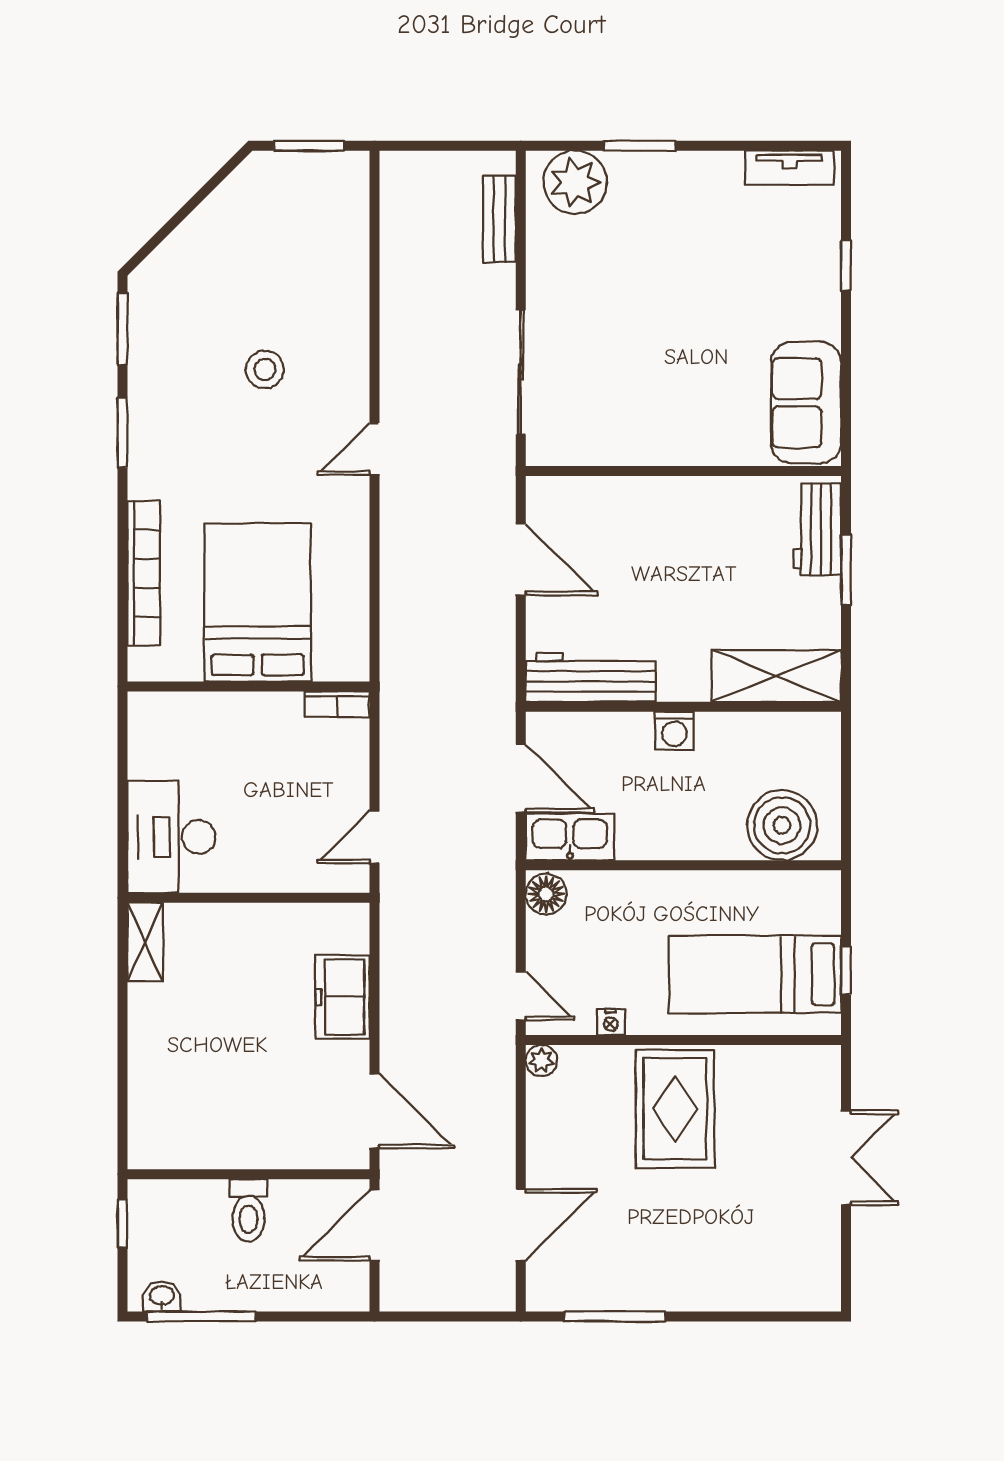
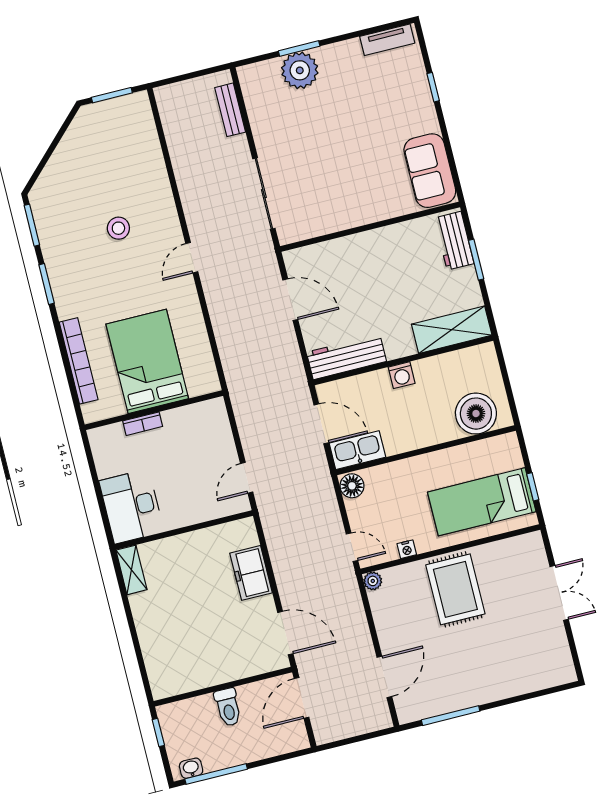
plant: (575, 182) -> (300, 70), moved
bookcase: (337, 704) -> (143, 424), moved

